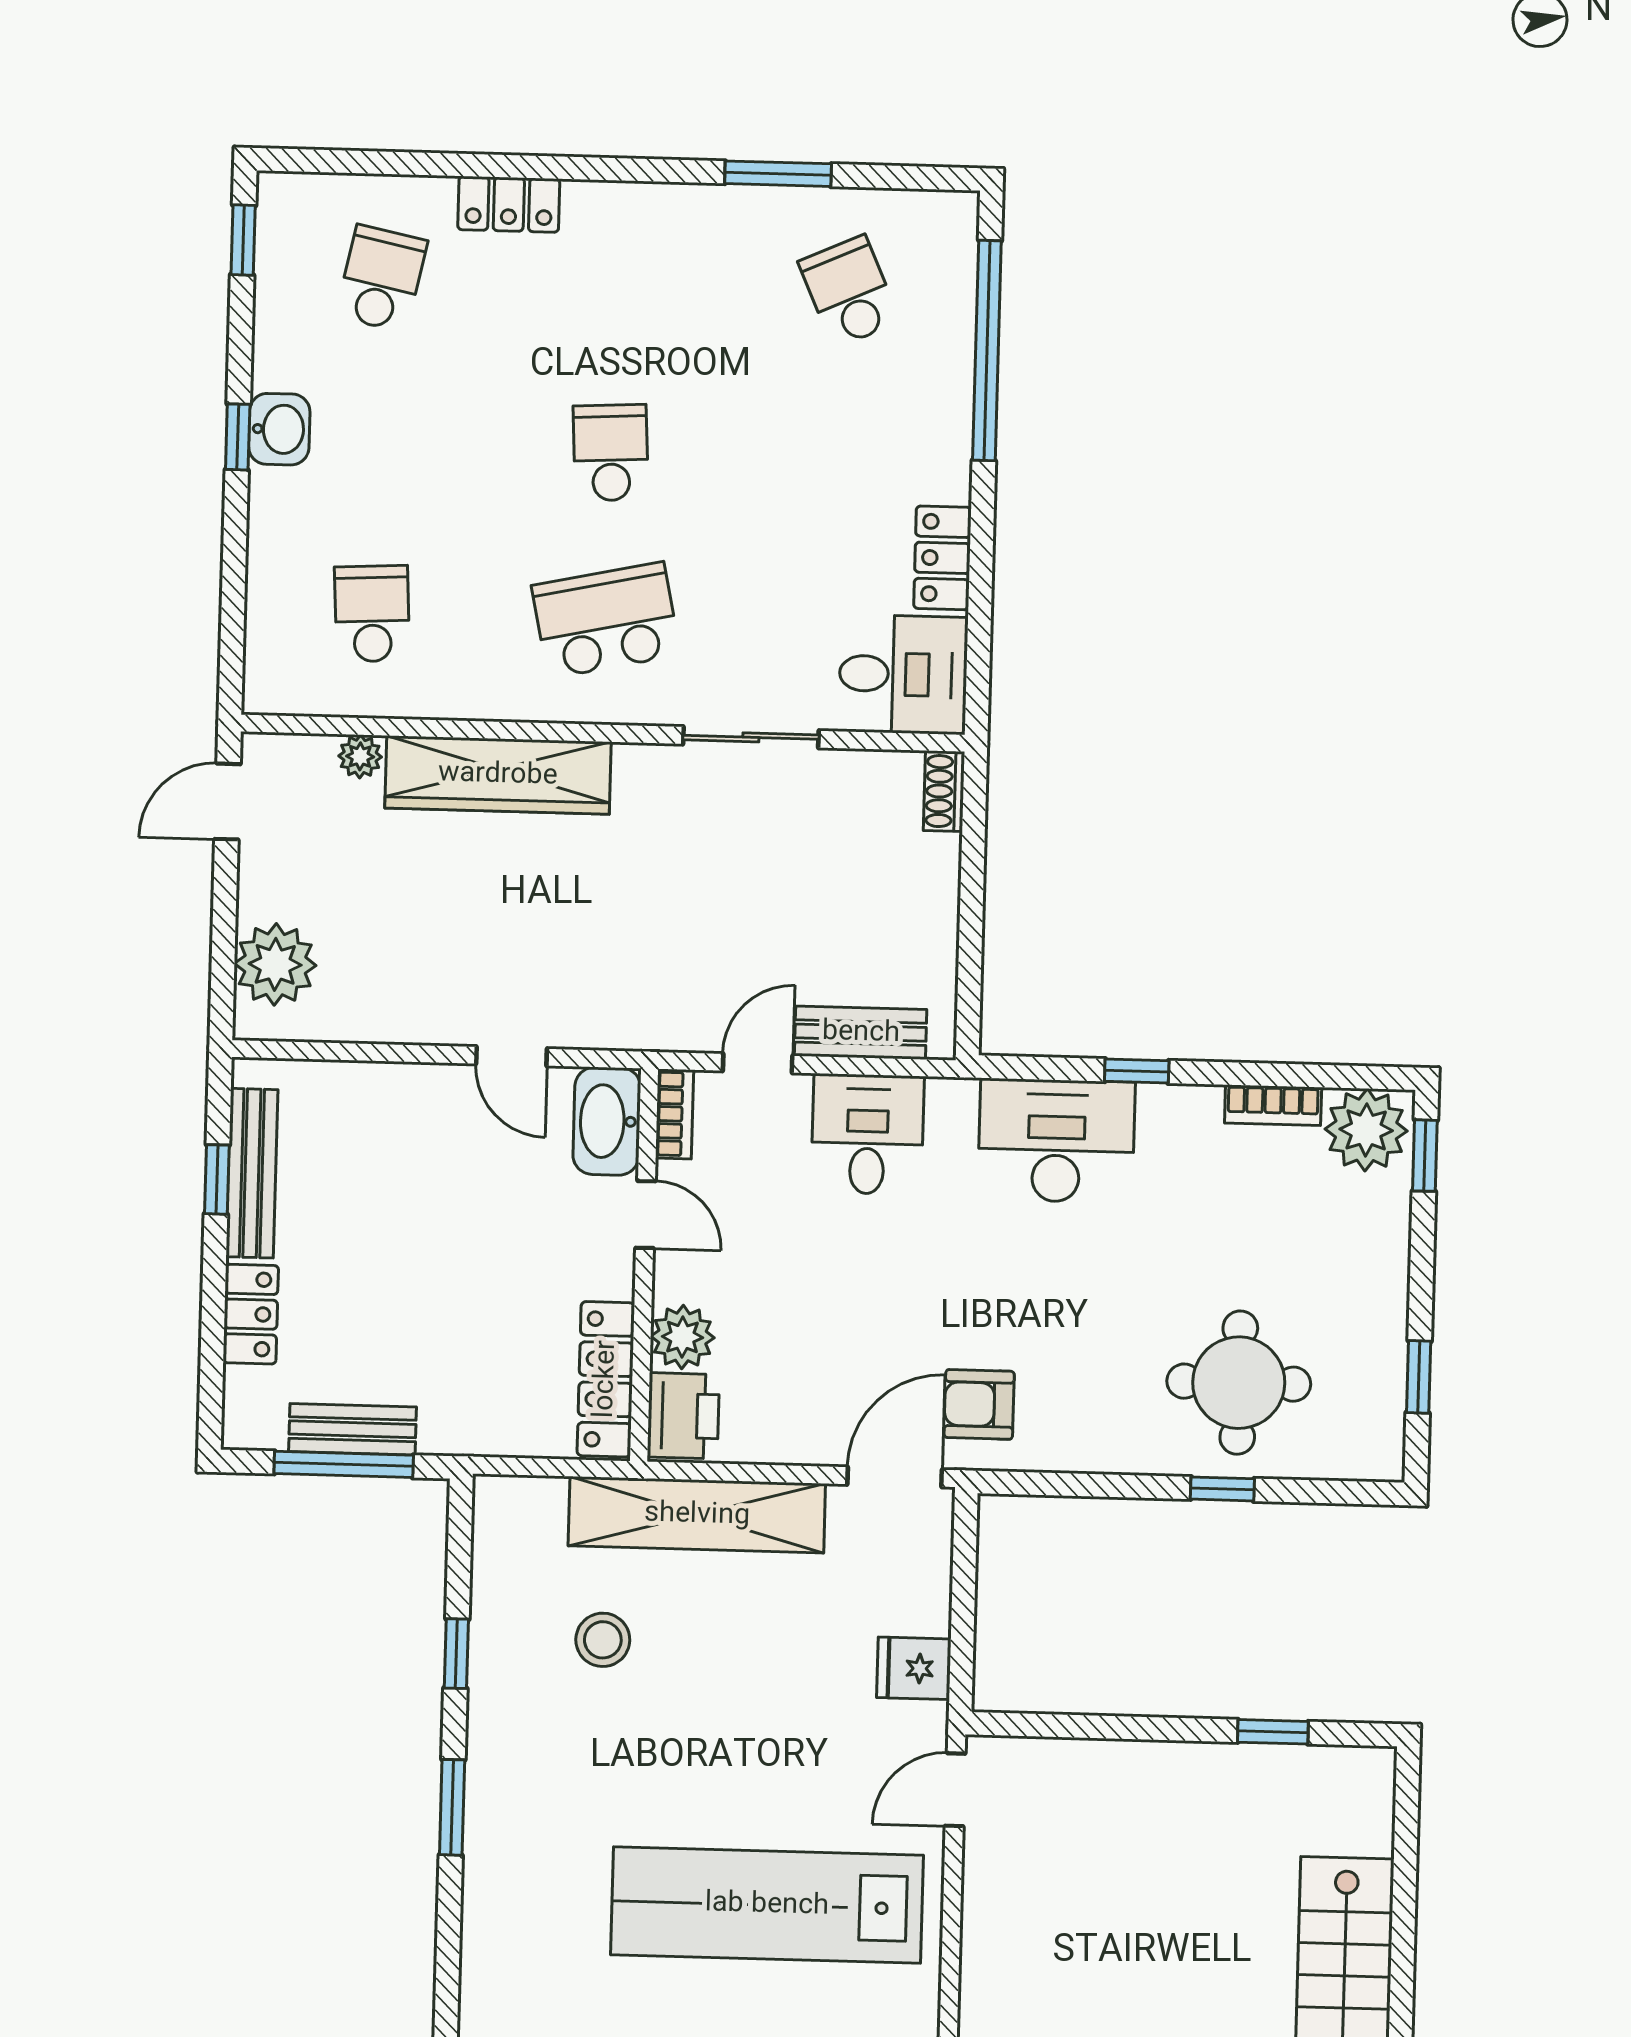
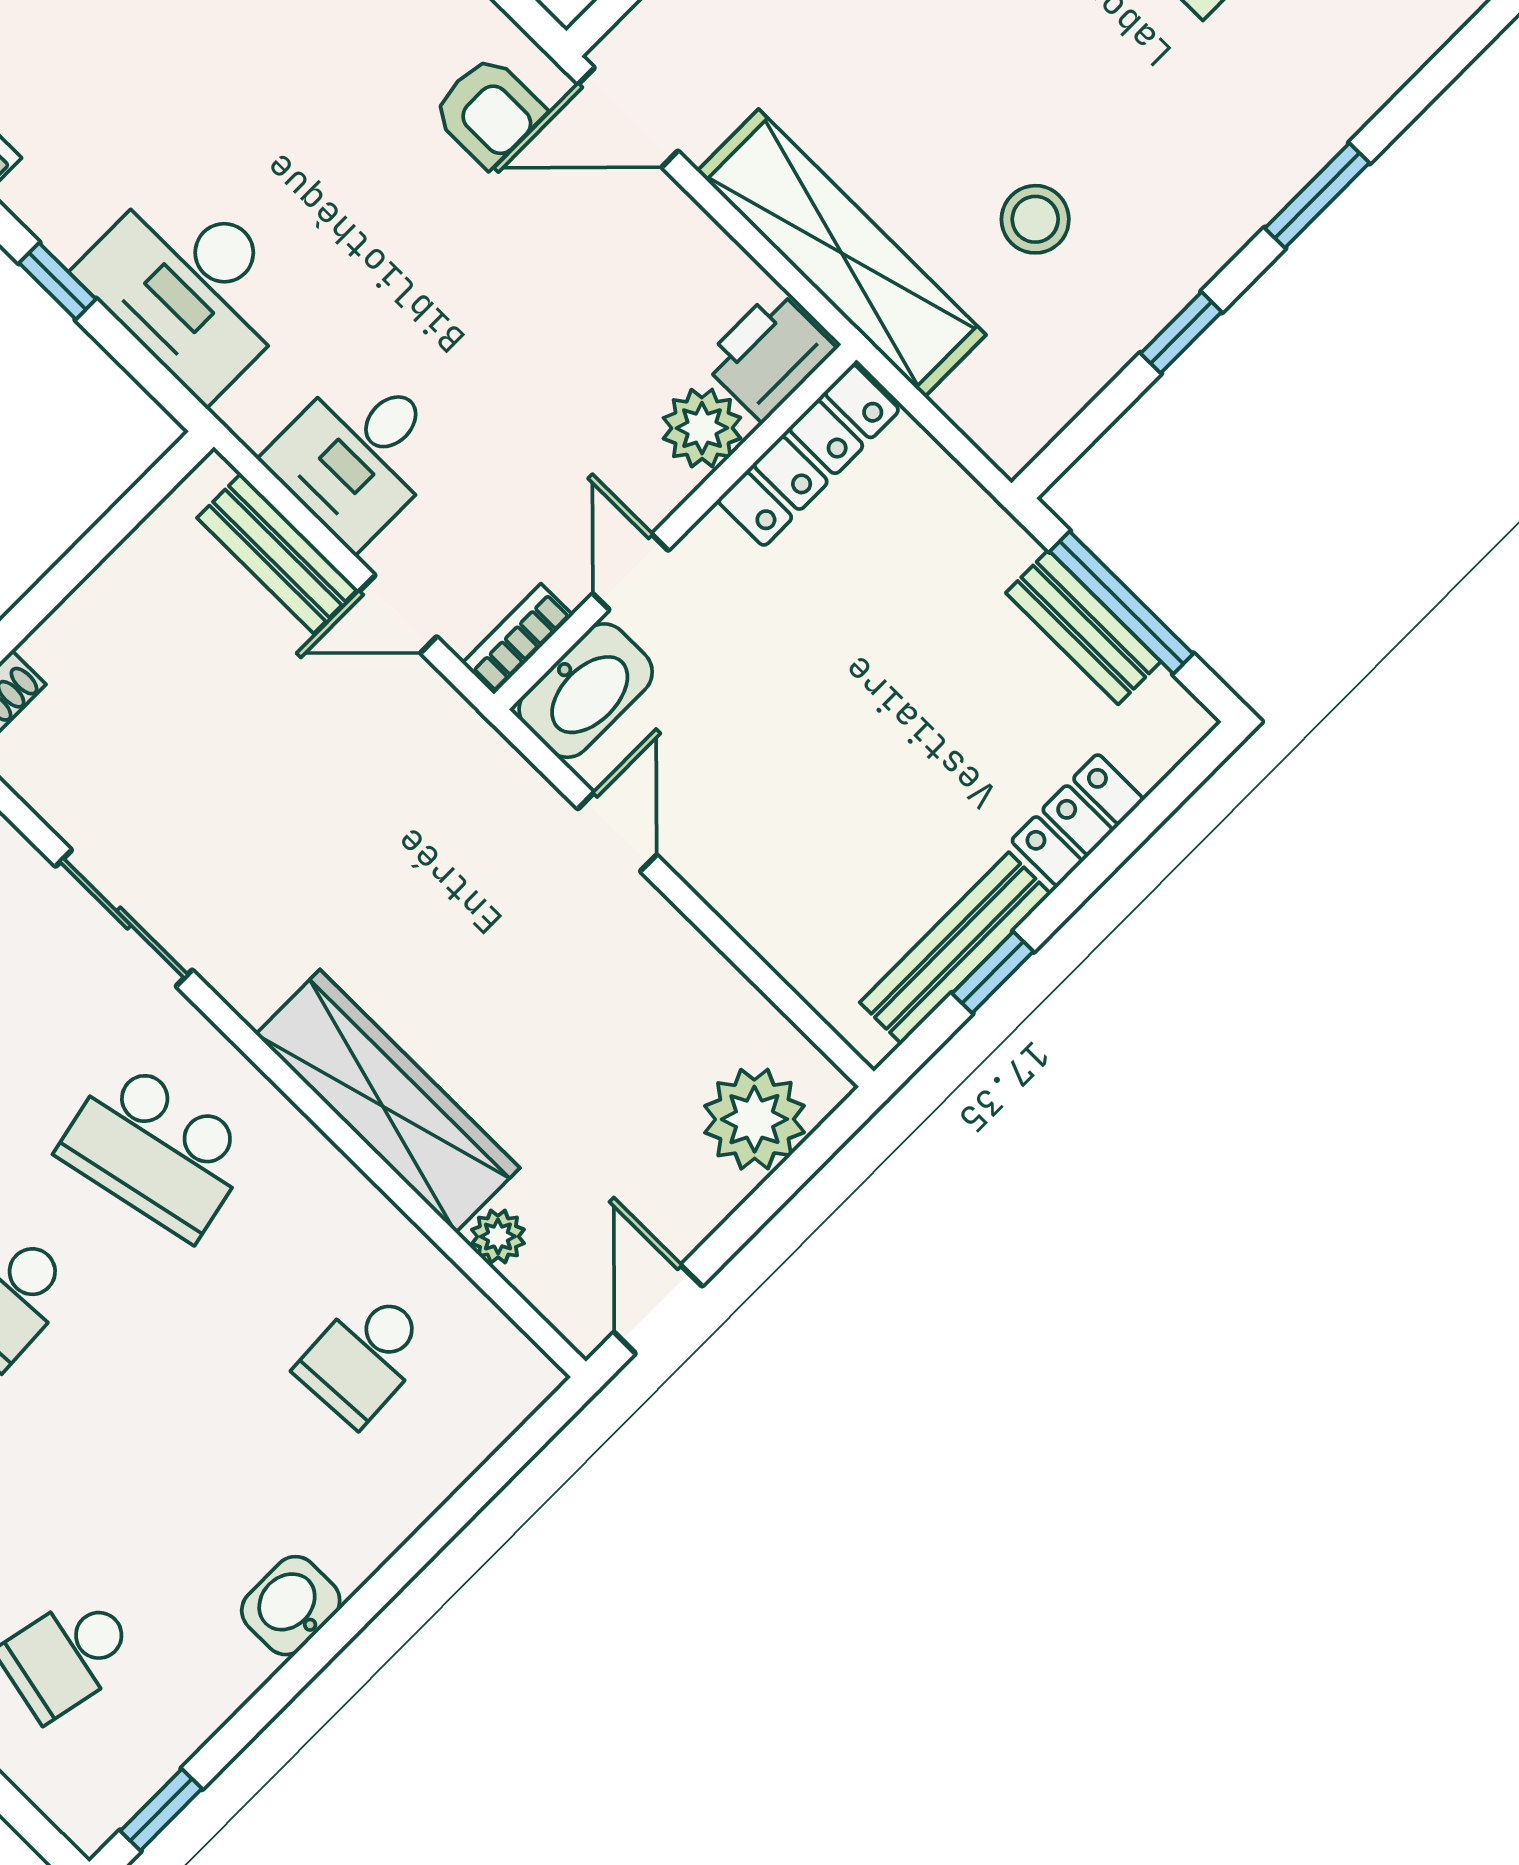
window: (238, 437) -> (335, 1634), removed
door: (227, 802) -> (658, 1309), swing flipped

